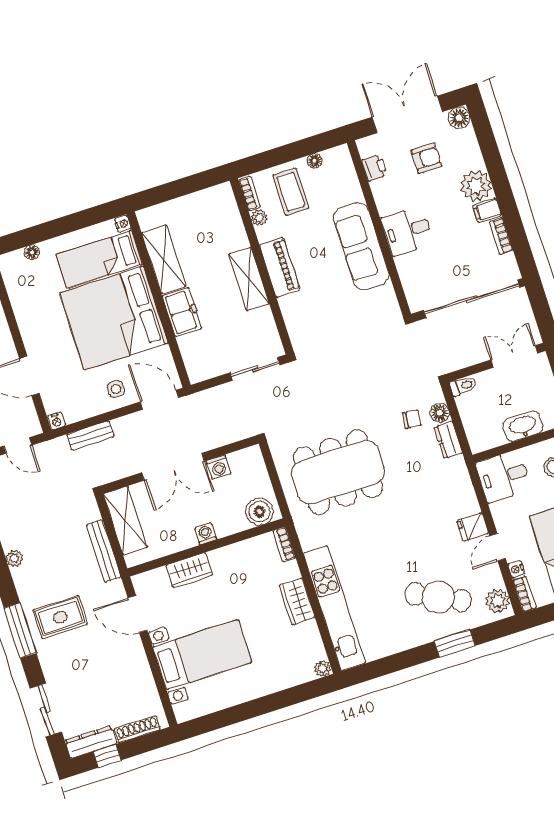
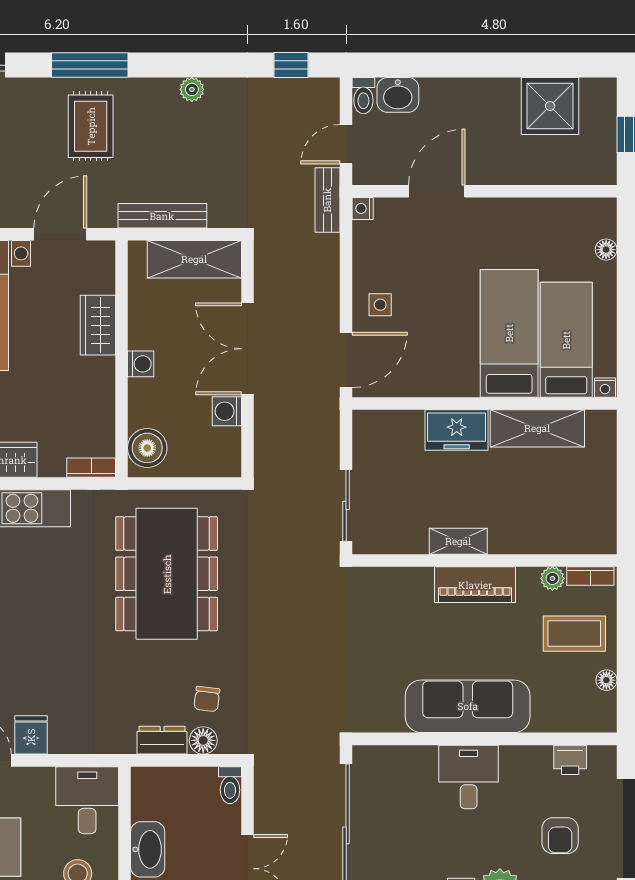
shelving: (249, 279) -> (458, 541), width x0.67, depth x0.75
bed: (114, 318) -> (509, 333), width x0.49
bench: (90, 435) -> (327, 200), moved

